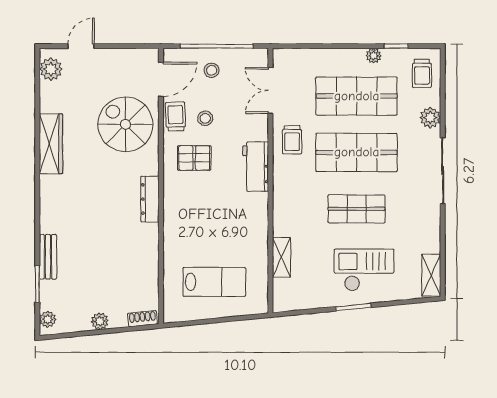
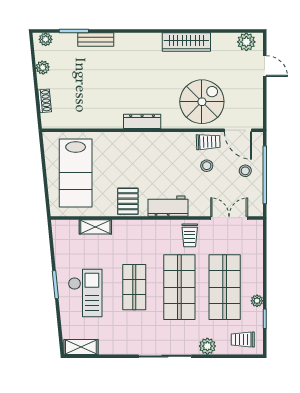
trolley: (292, 140) -> (190, 235), turned -90
pallet: (194, 158) -> (128, 201), moved
lab bench: (214, 282) -> (76, 173), width x1.36, depth x1.39
shoe rack: (143, 319) -> (45, 101), moved
plant: (100, 321) -> (43, 67), moved

